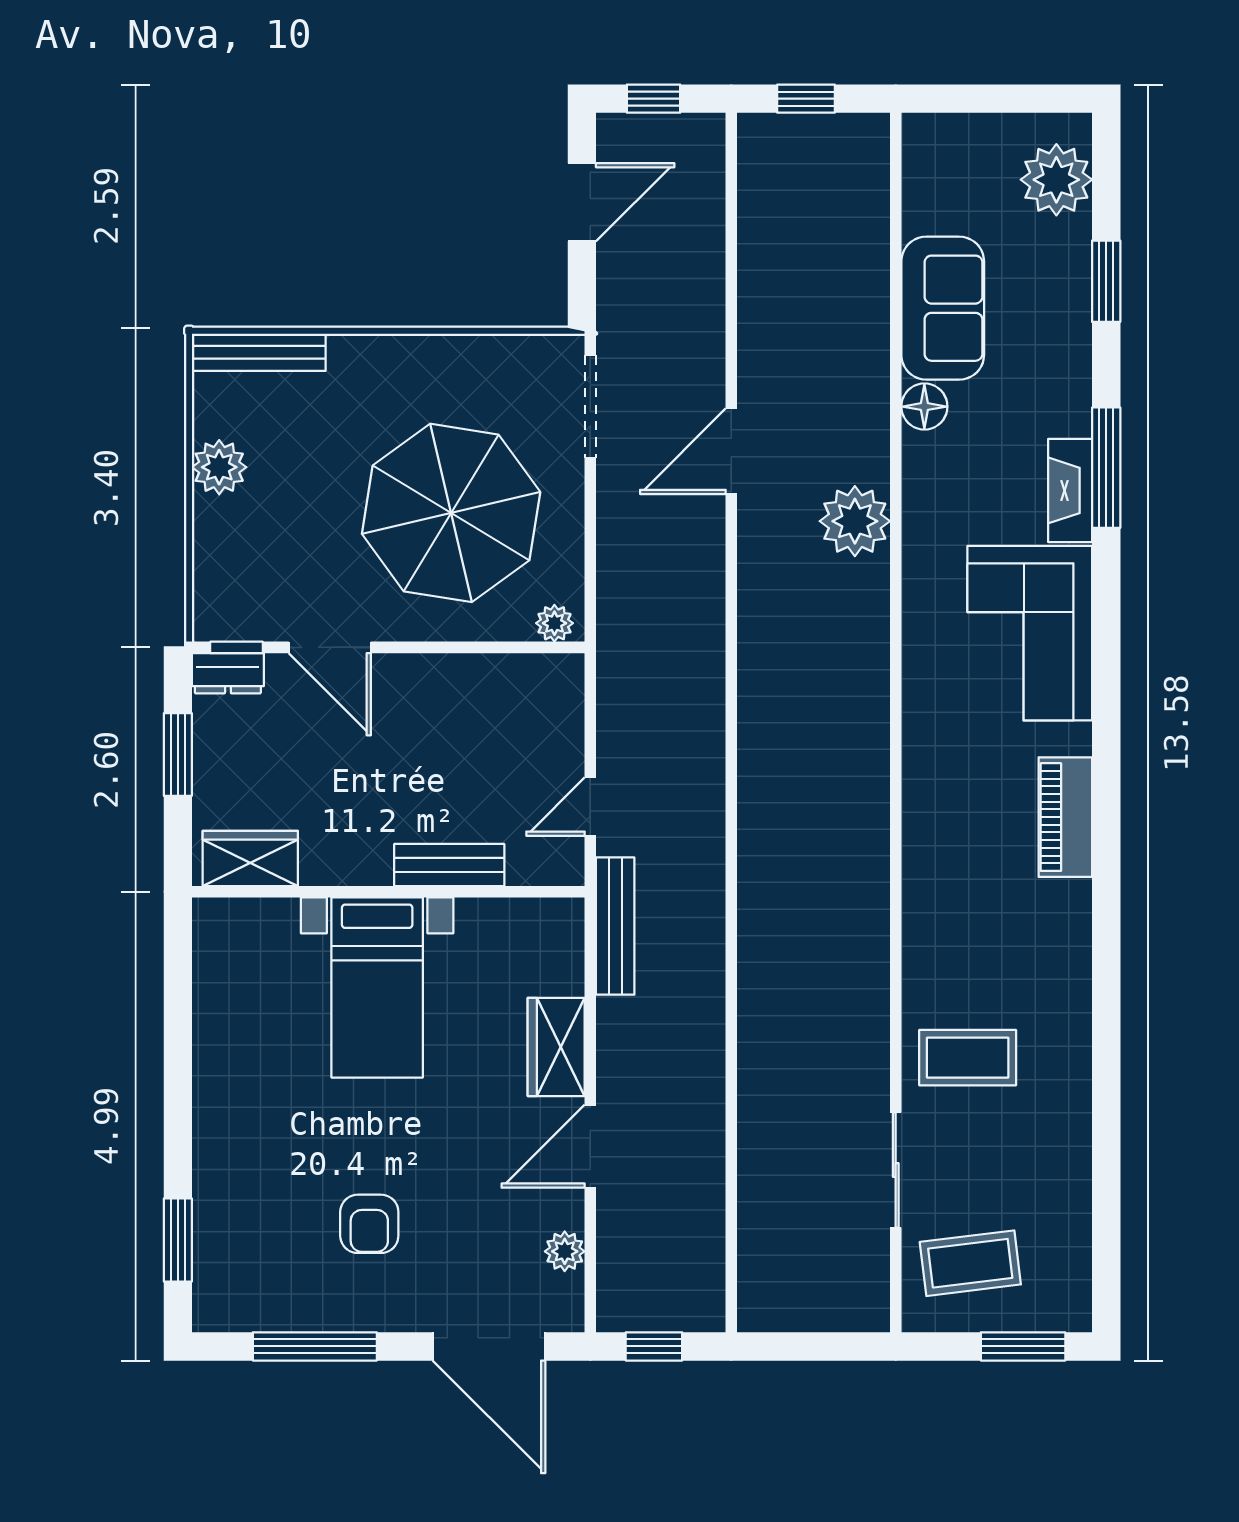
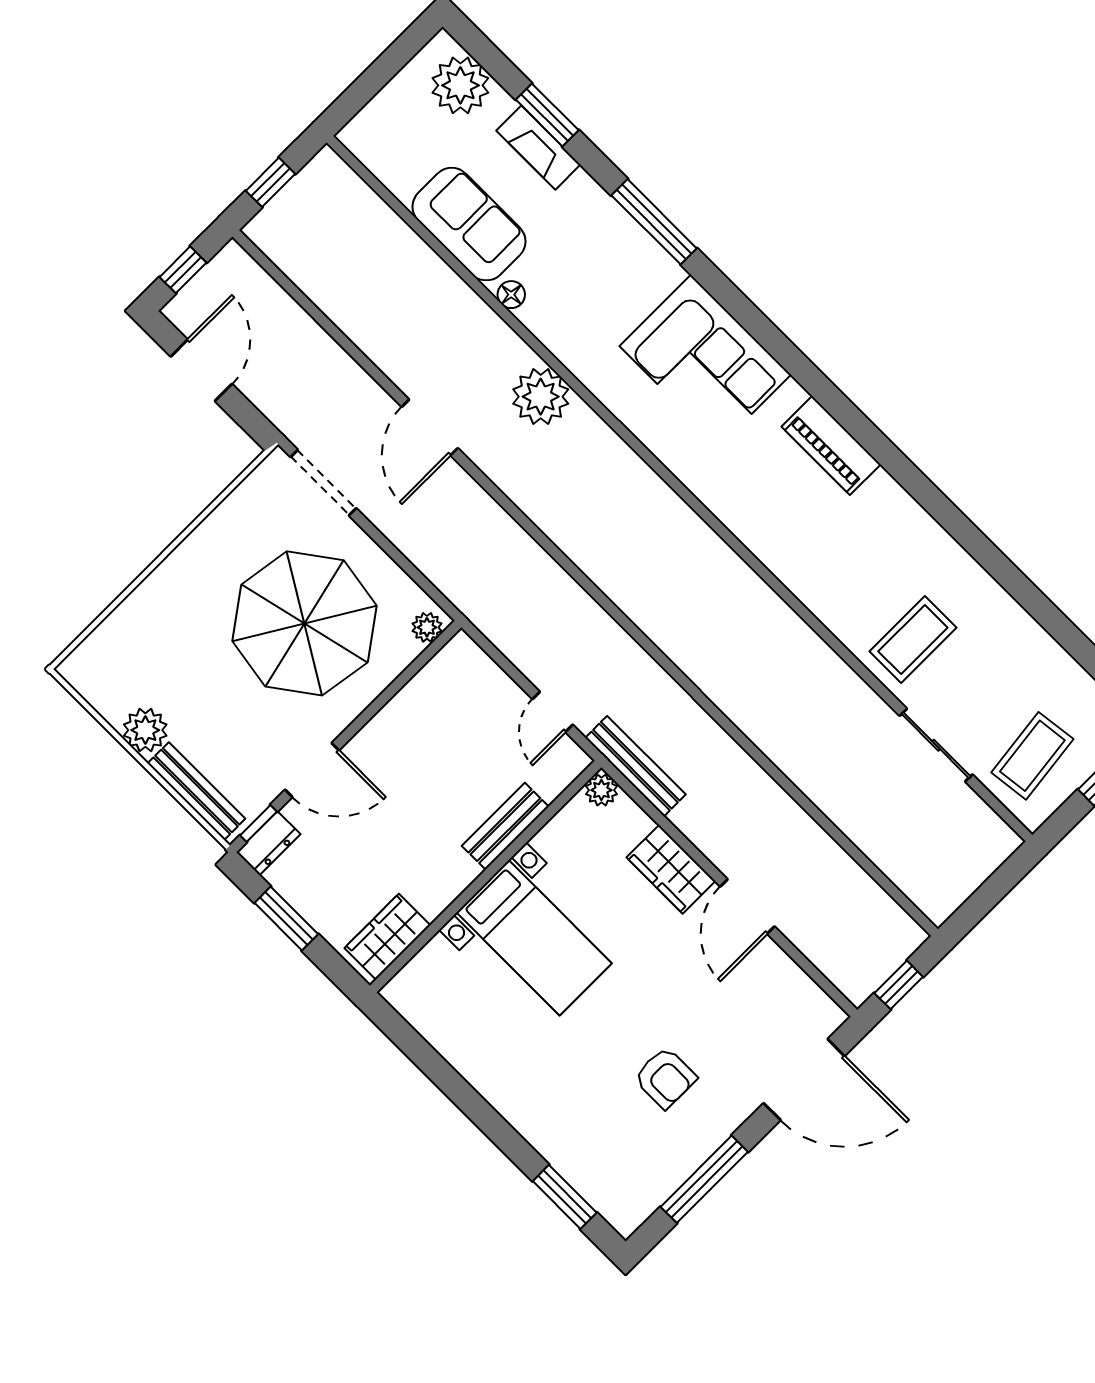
bench: (259, 352) -> (196, 791), moved, turned 90
floor lamp: (924, 407) -> (511, 295), width x0.73, depth x0.73
fireplace: (1070, 490) -> (538, 148), moved
plant: (565, 1251) -> (601, 790), moved

